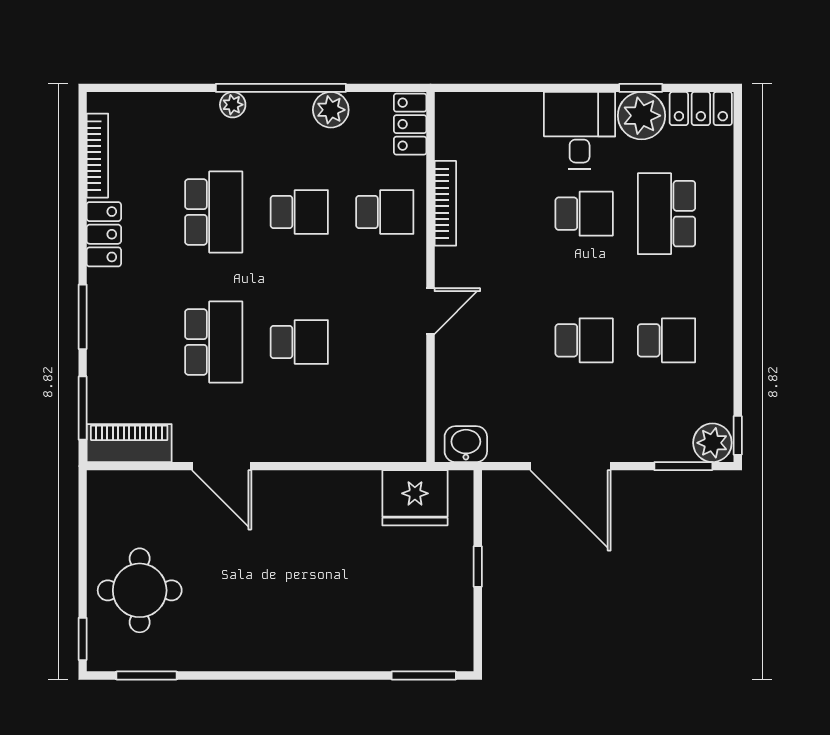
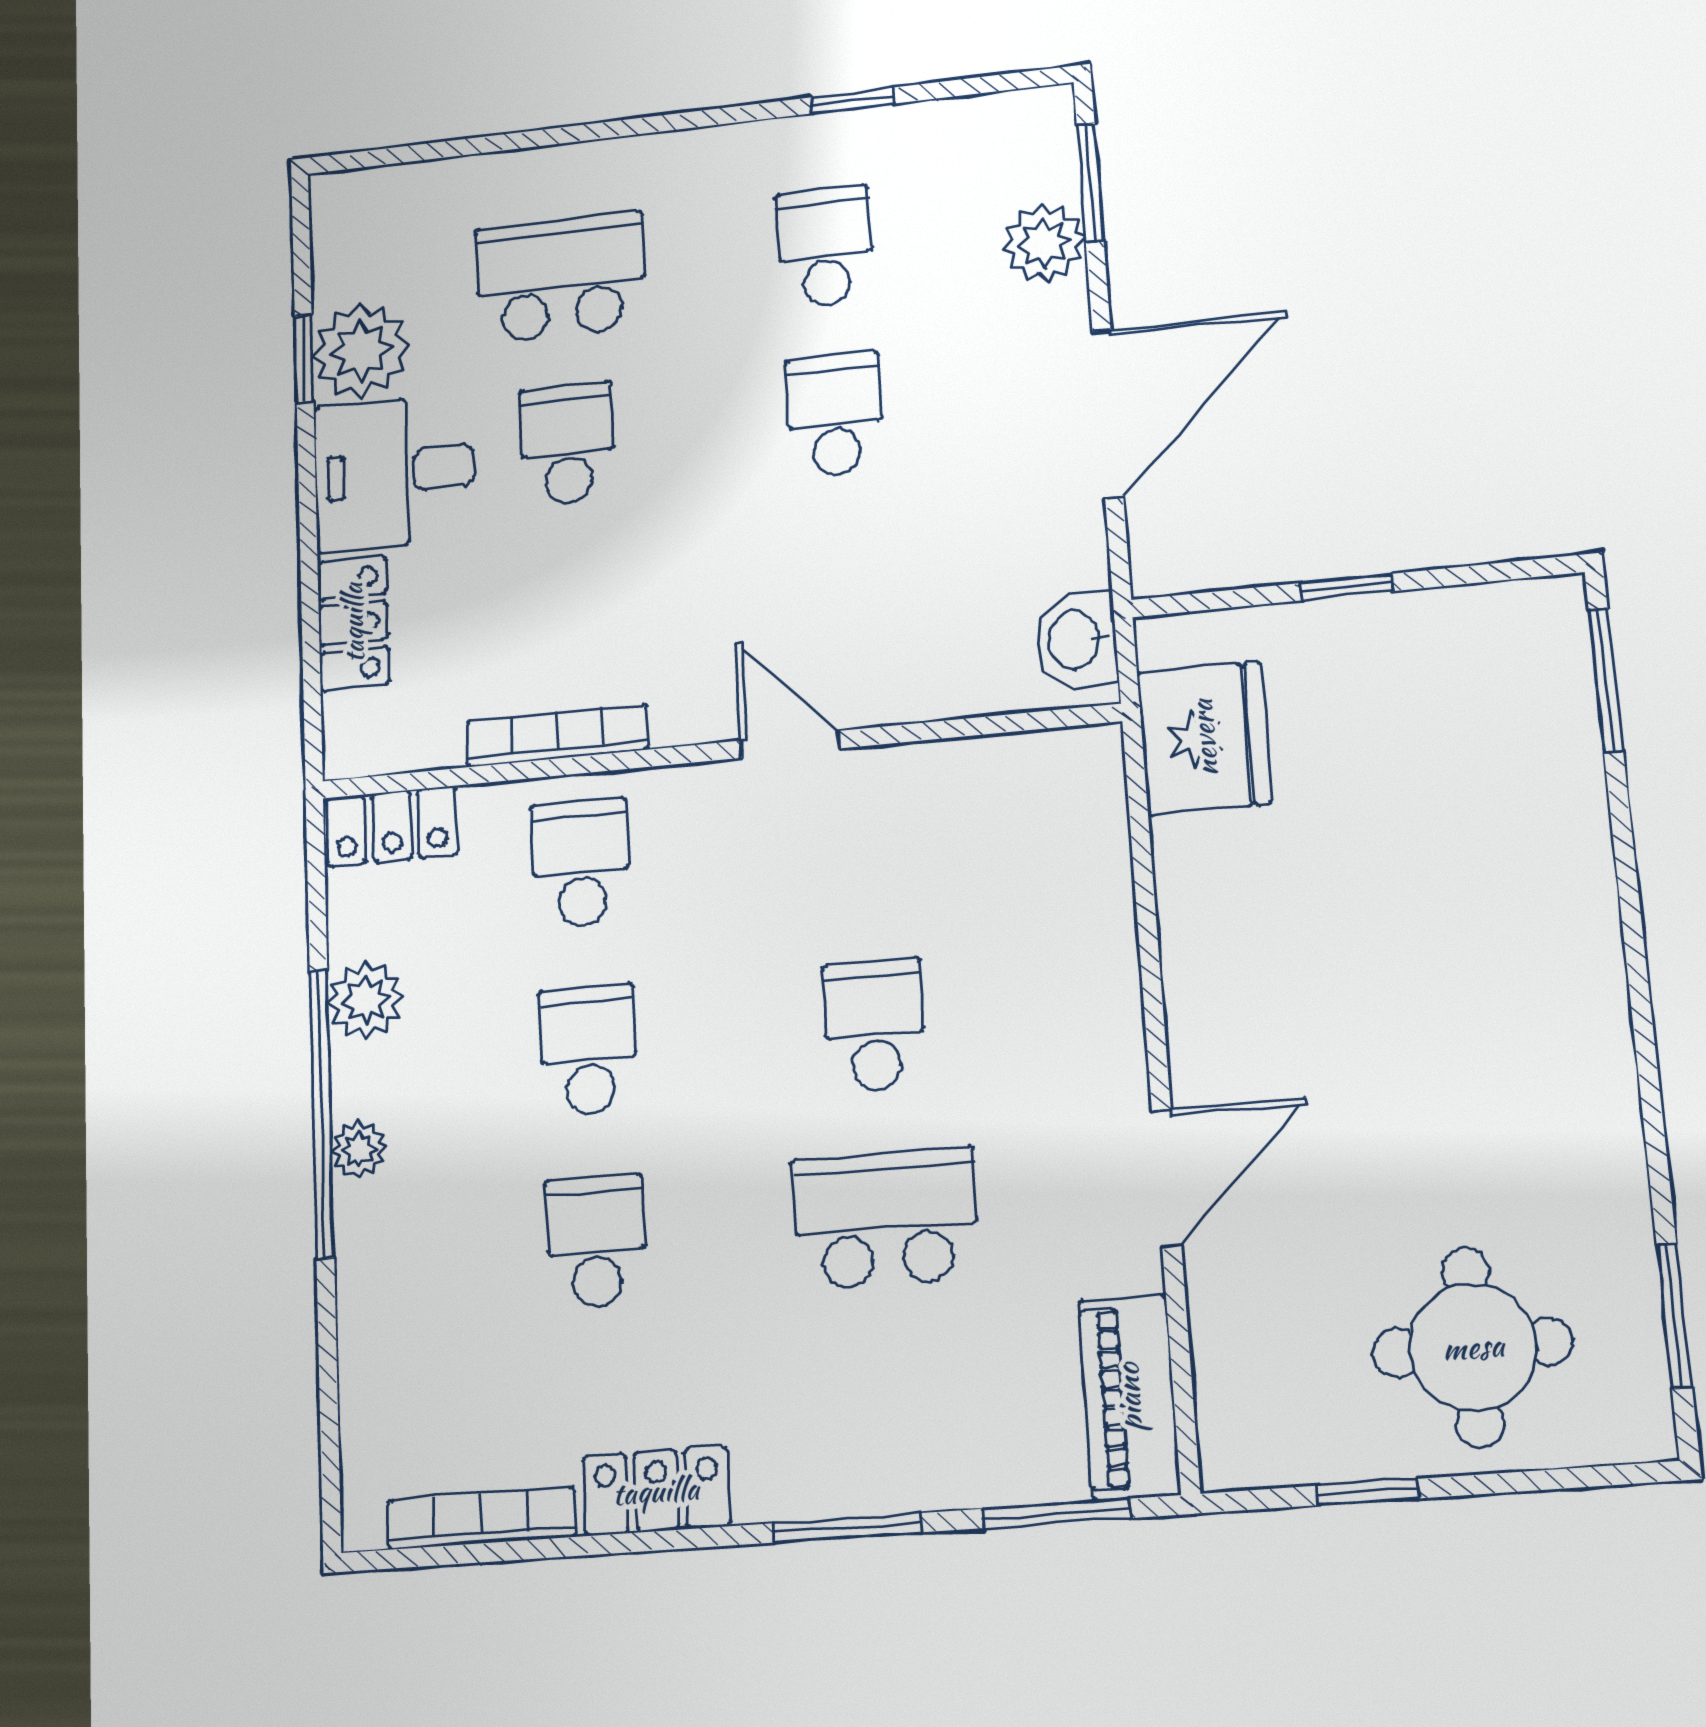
plant: (233, 105) -> (359, 1149), moved
locker: (701, 109) -> (353, 623), moved
school desk: (214, 212) -> (596, 1241), width x0.54
school desk: (667, 214) -> (561, 277), turned 180
window: (738, 435) -> (852, 101), moved
plant: (712, 443) -> (1044, 243), moved
window: (83, 639) -> (1368, 1492), moved

